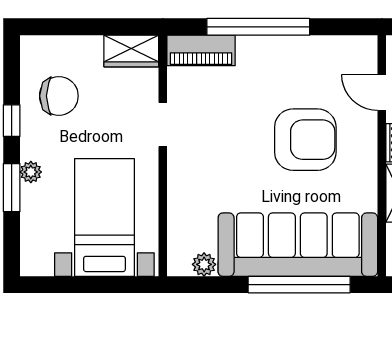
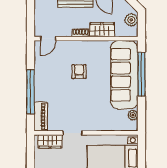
wardrobe: (131, 51) -> (50, 142), moved, turned 90
door: (382, 92) -> (48, 39), moved
armchair: (305, 140) -> (79, 72), width x0.53, depth x0.53

